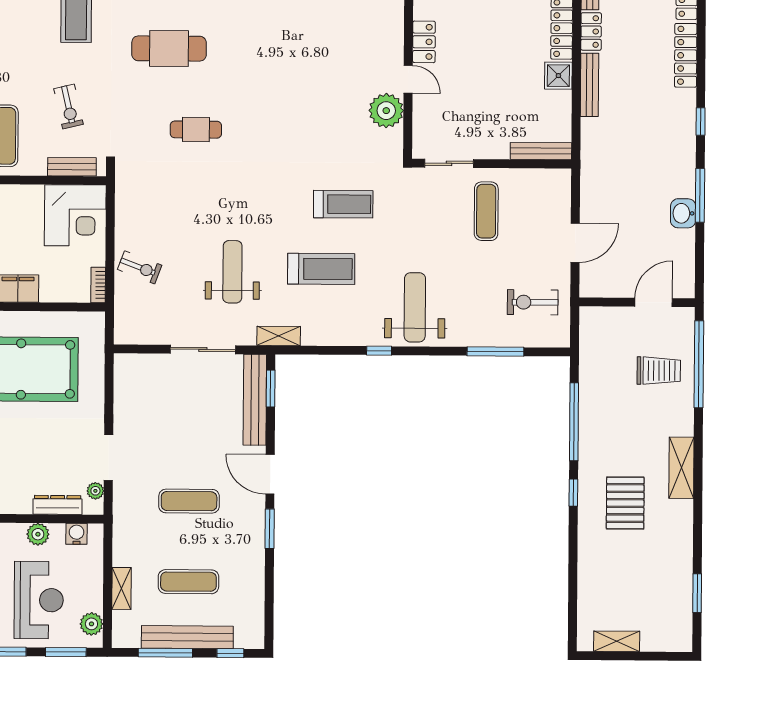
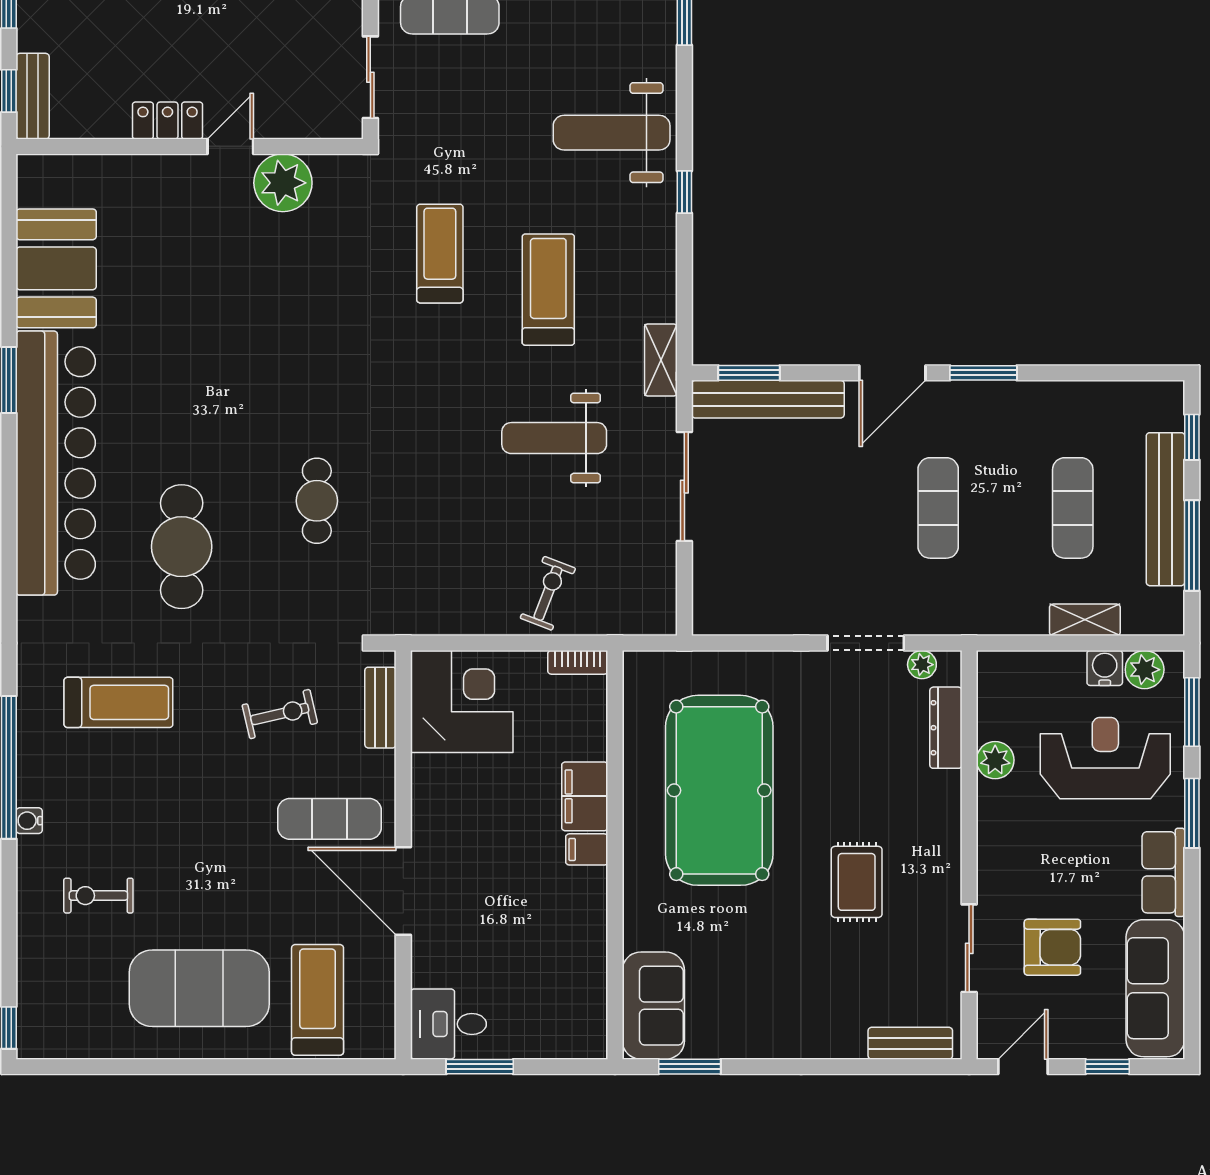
water cooler: (77, 534) -> (1105, 668), moved, turned 90

